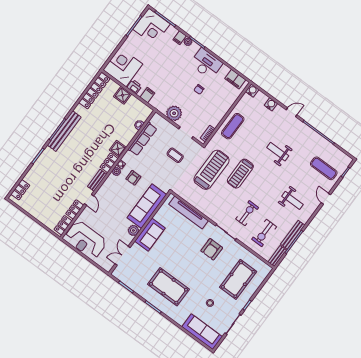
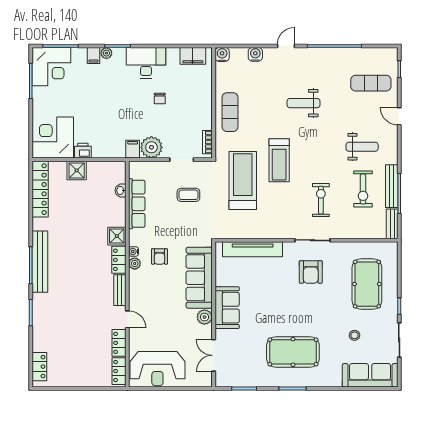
filing cabinet: (147, 95) -> (133, 149), moved
exercise bike: (264, 233) -> (363, 189), moved

